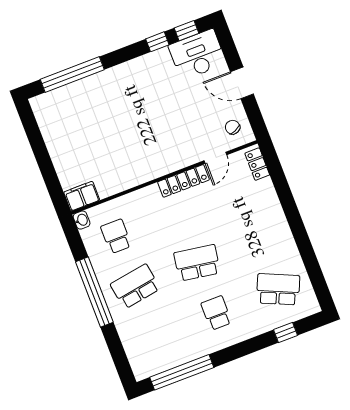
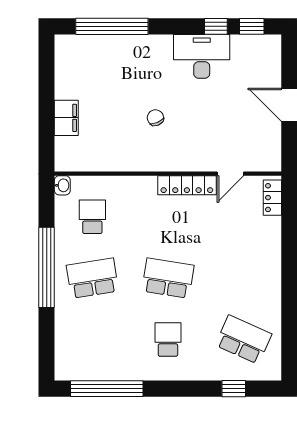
desk: (197, 55) -> (202, 56), moved
chair: (233, 127) -> (155, 118), moved
filing cabinet: (82, 196) -> (66, 118), moved, turned 90

